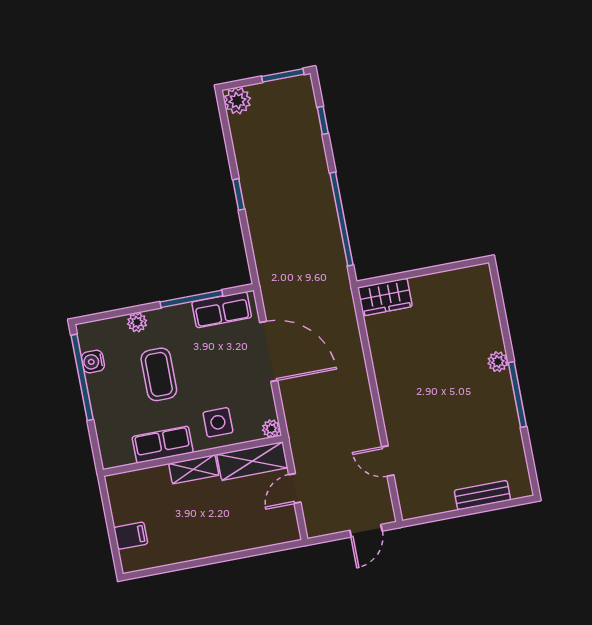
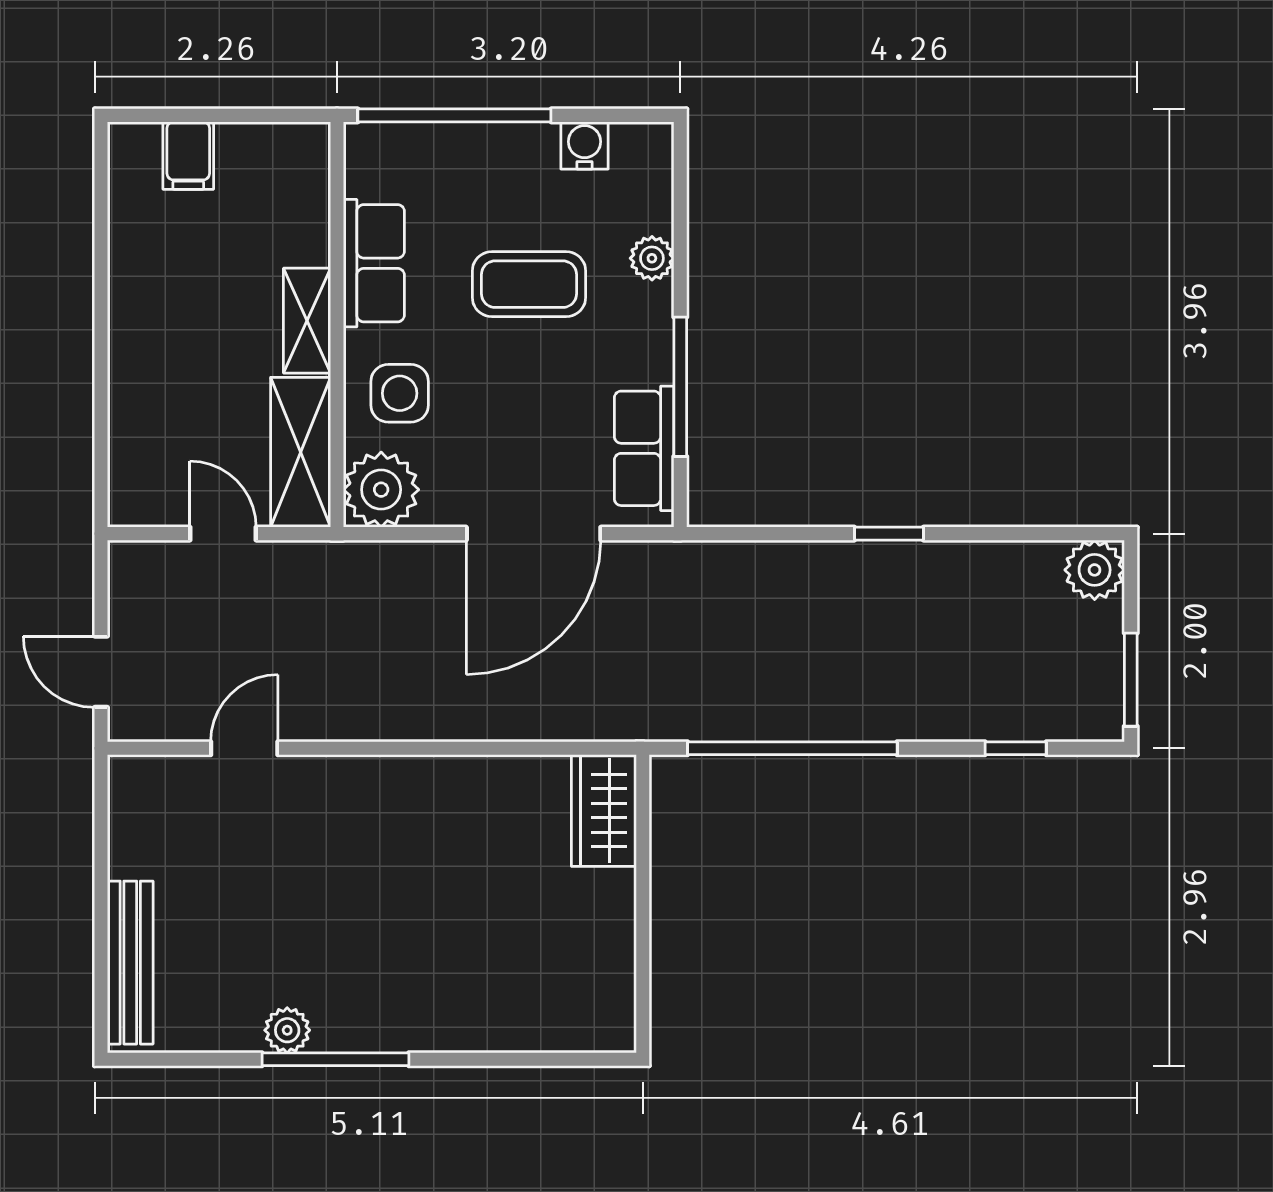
plant: (498, 362) -> (287, 1030), moved
window: (82, 377) -> (454, 115), moved
plant: (271, 429) -> (381, 490), width x1.87, depth x1.87
bench: (482, 495) -> (130, 963), width x1.36

